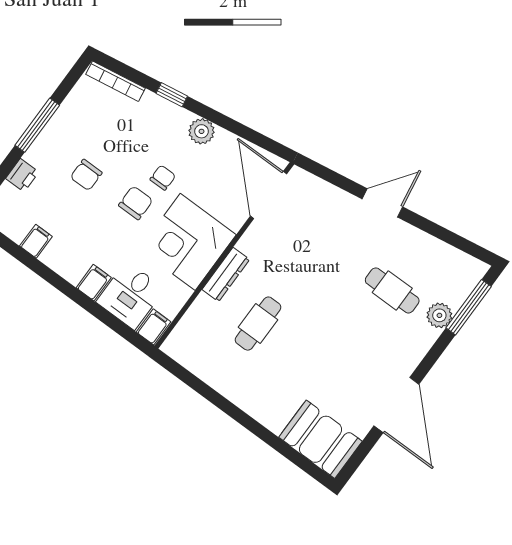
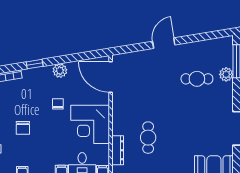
chair: (136, 203) -> (54, 124), removed
dresser: (226, 274) -> (118, 150), moved

